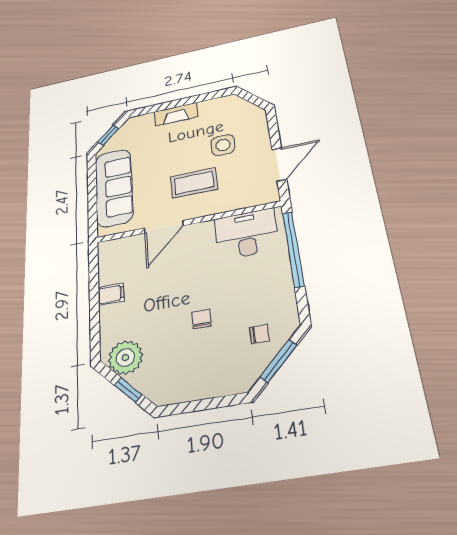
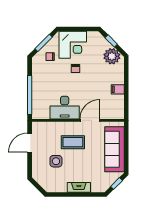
desk: (246, 234) -> (65, 108), moved
corner desk: (212, 368) -> (73, 45), added

